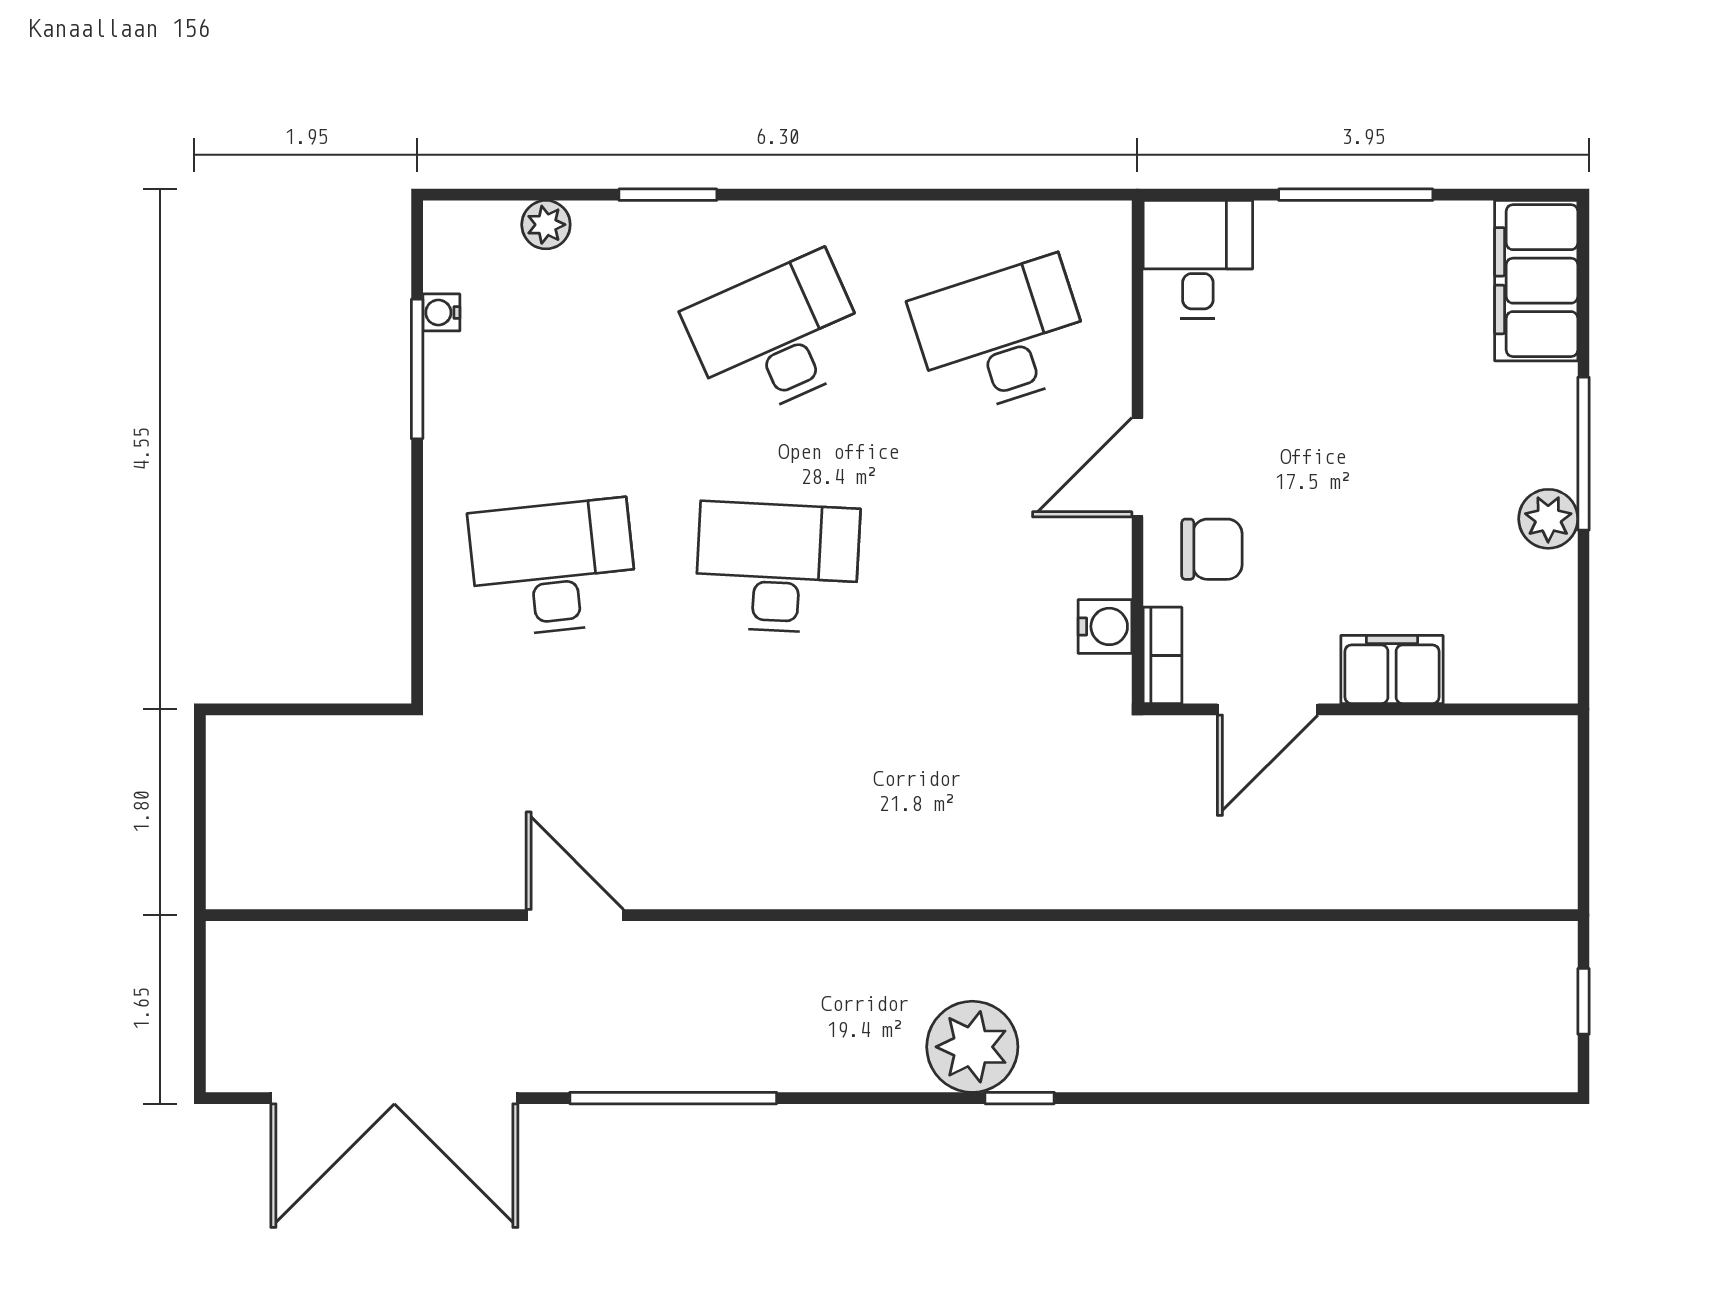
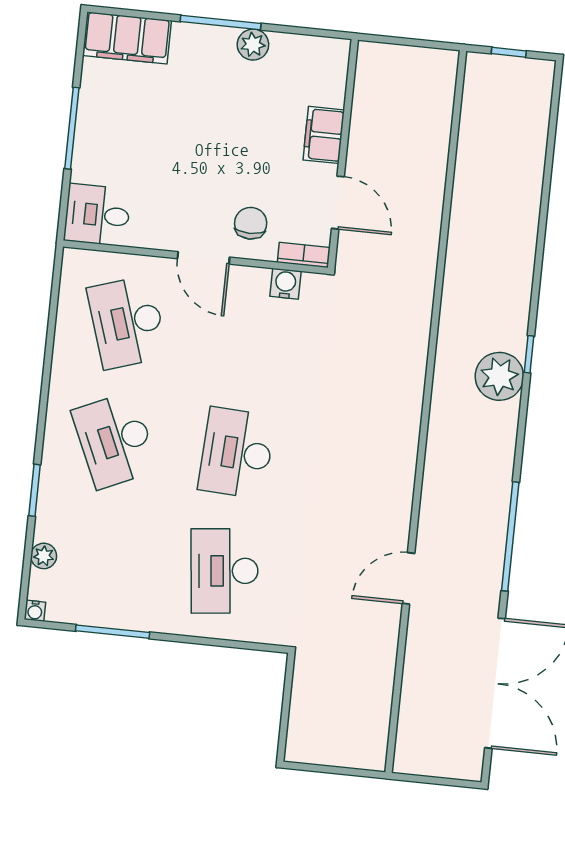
water cooler: (441, 312) -> (35, 611), moved

